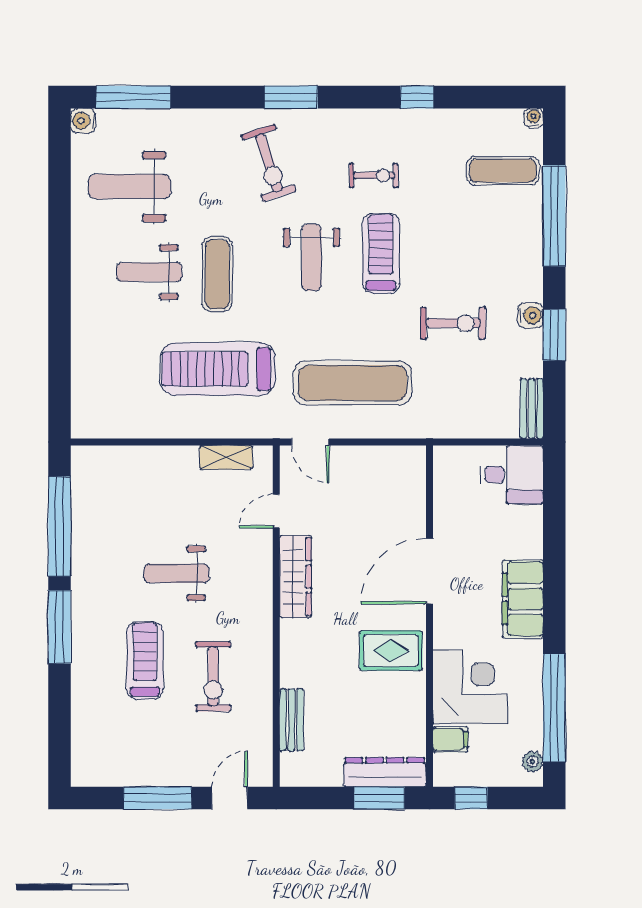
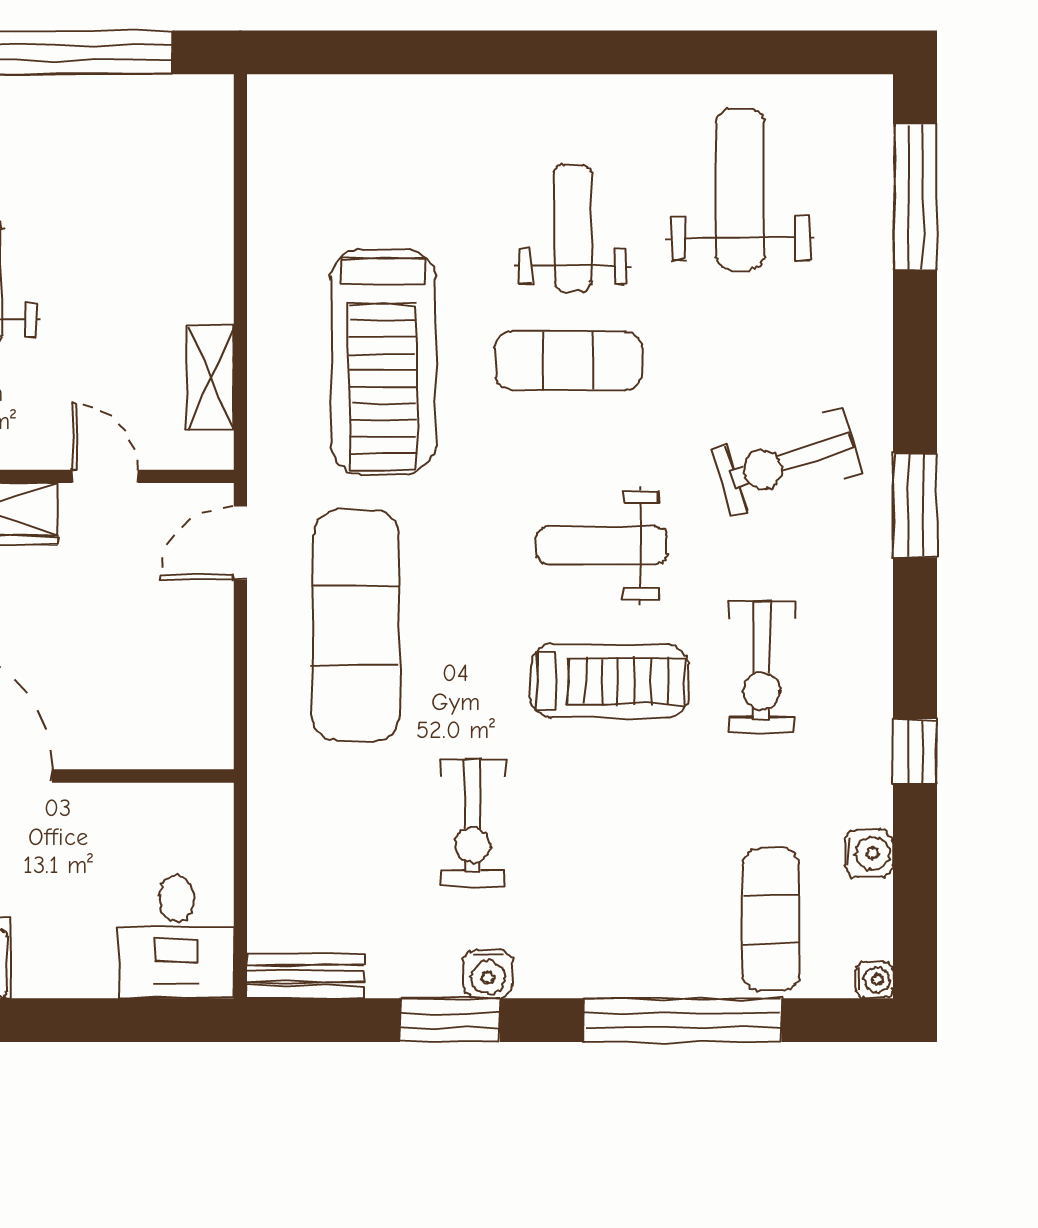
water cooler: (83, 121) -> (869, 853), moved, turned 90
exercise bike: (374, 175) -> (762, 667), width x1.38, depth x1.39
treadmill: (218, 369) -> (383, 362), turned 180

